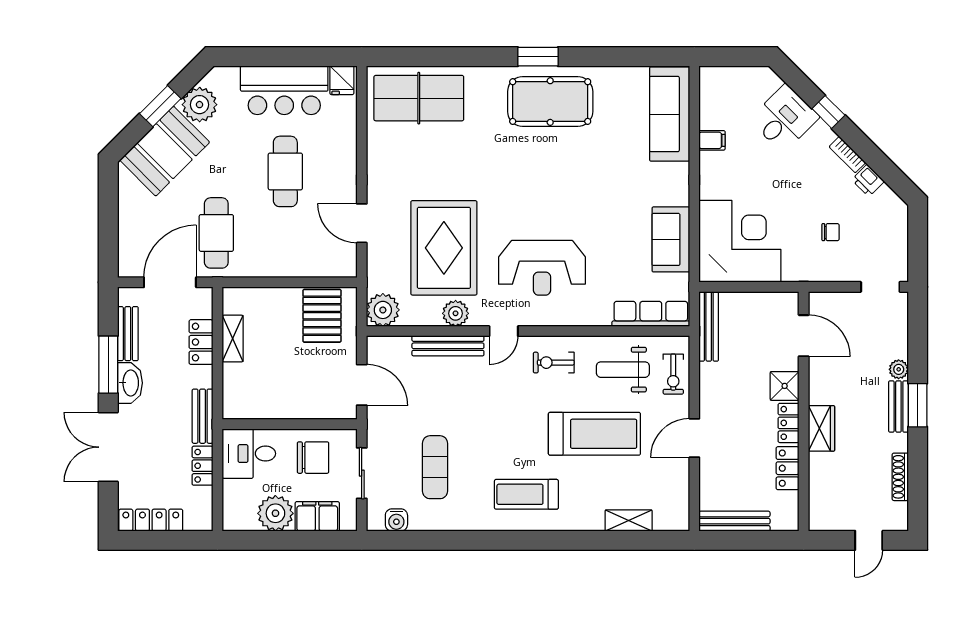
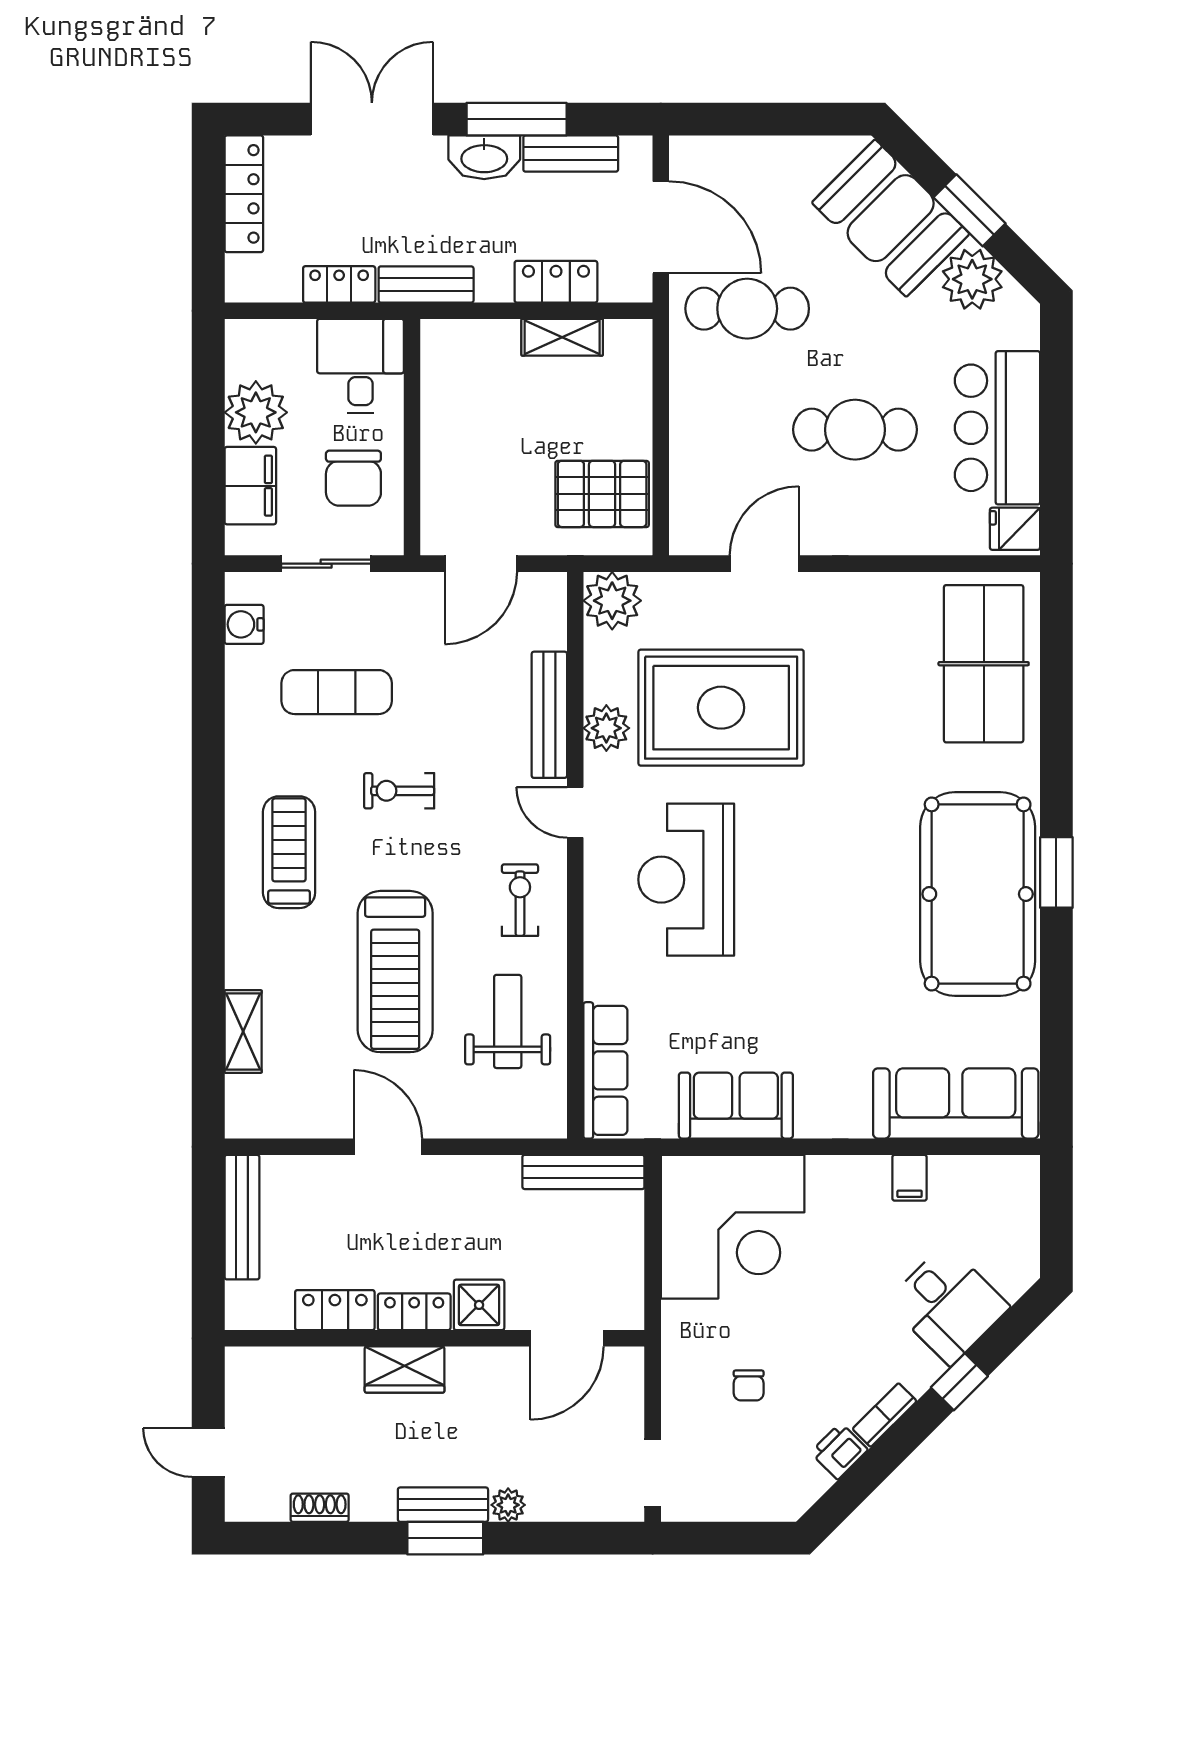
pool table: (550, 102) -> (978, 894), width x1.36, depth x1.32
exercise bike: (673, 374) -> (399, 791), moved
shoe rack: (900, 477) -> (320, 1508), width x0.70

